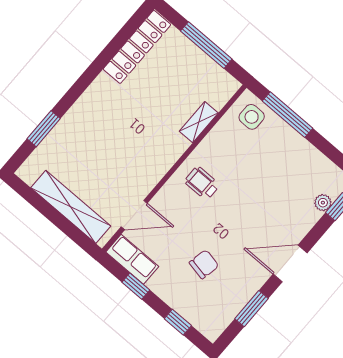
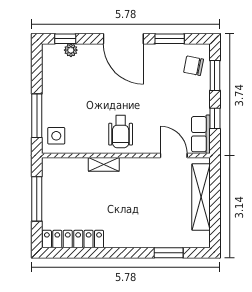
shelving: (199, 122) -> (104, 164), moved
wheelchair: (202, 183) -> (121, 132), width x1.36, depth x1.37
door: (290, 263) -> (123, 39), width x1.36
chair: (204, 264) -> (194, 66), moved
window: (178, 322) -> (215, 75), width x1.50

